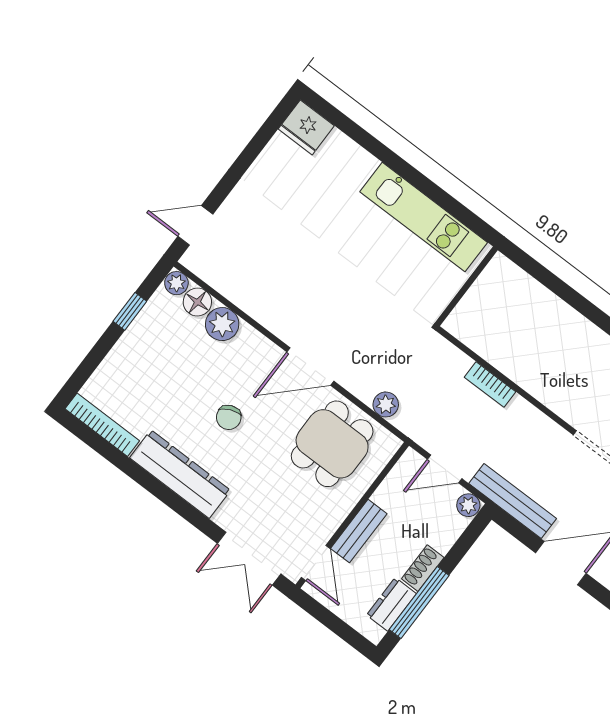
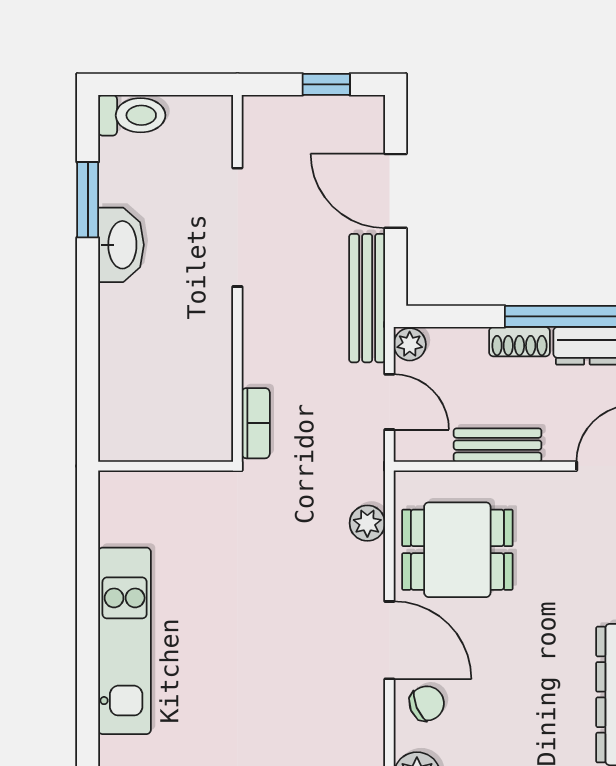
wall: (466, 286) -> (166, 466), moved
chair: (229, 417) -> (427, 703), moved
bench: (359, 531) -> (498, 445), moved

